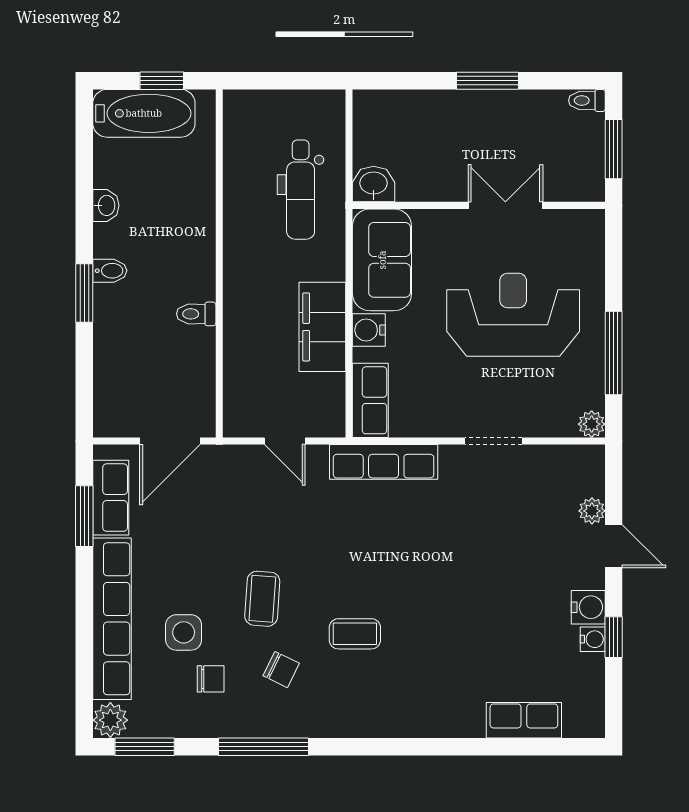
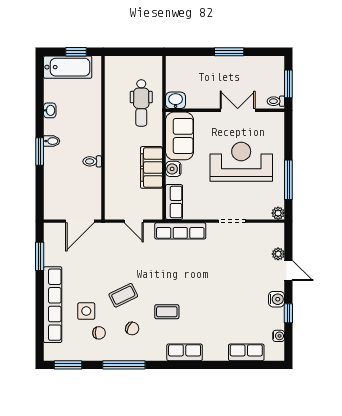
toilet: (587, 100) -> (276, 101), moved
row of seats: (111, 498) -> (185, 352), moved, turned -90
coffee table: (262, 599) -> (123, 295), turned 60
water cooler: (593, 639) -> (279, 336), moved
plant: (110, 720) -> (52, 352), removed

